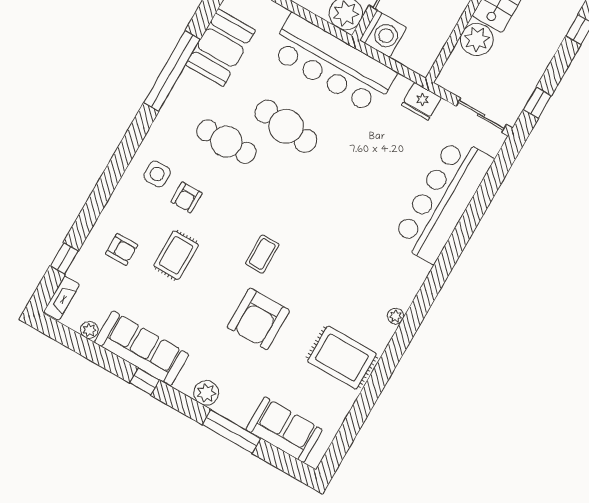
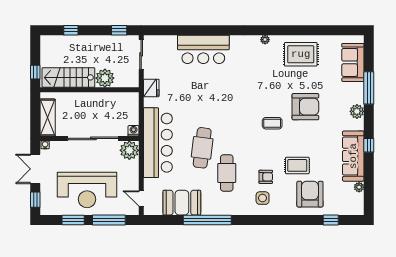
washing machine: (383, 34) -> (134, 131), width x0.53, depth x0.53
bar counter: (443, 200) -> (203, 49), width x0.73
armchair: (122, 249) -> (310, 194), width x1.88, depth x1.88
fireplace: (62, 298) -> (351, 210), removed
rug: (342, 358) -> (301, 54), turned 90

